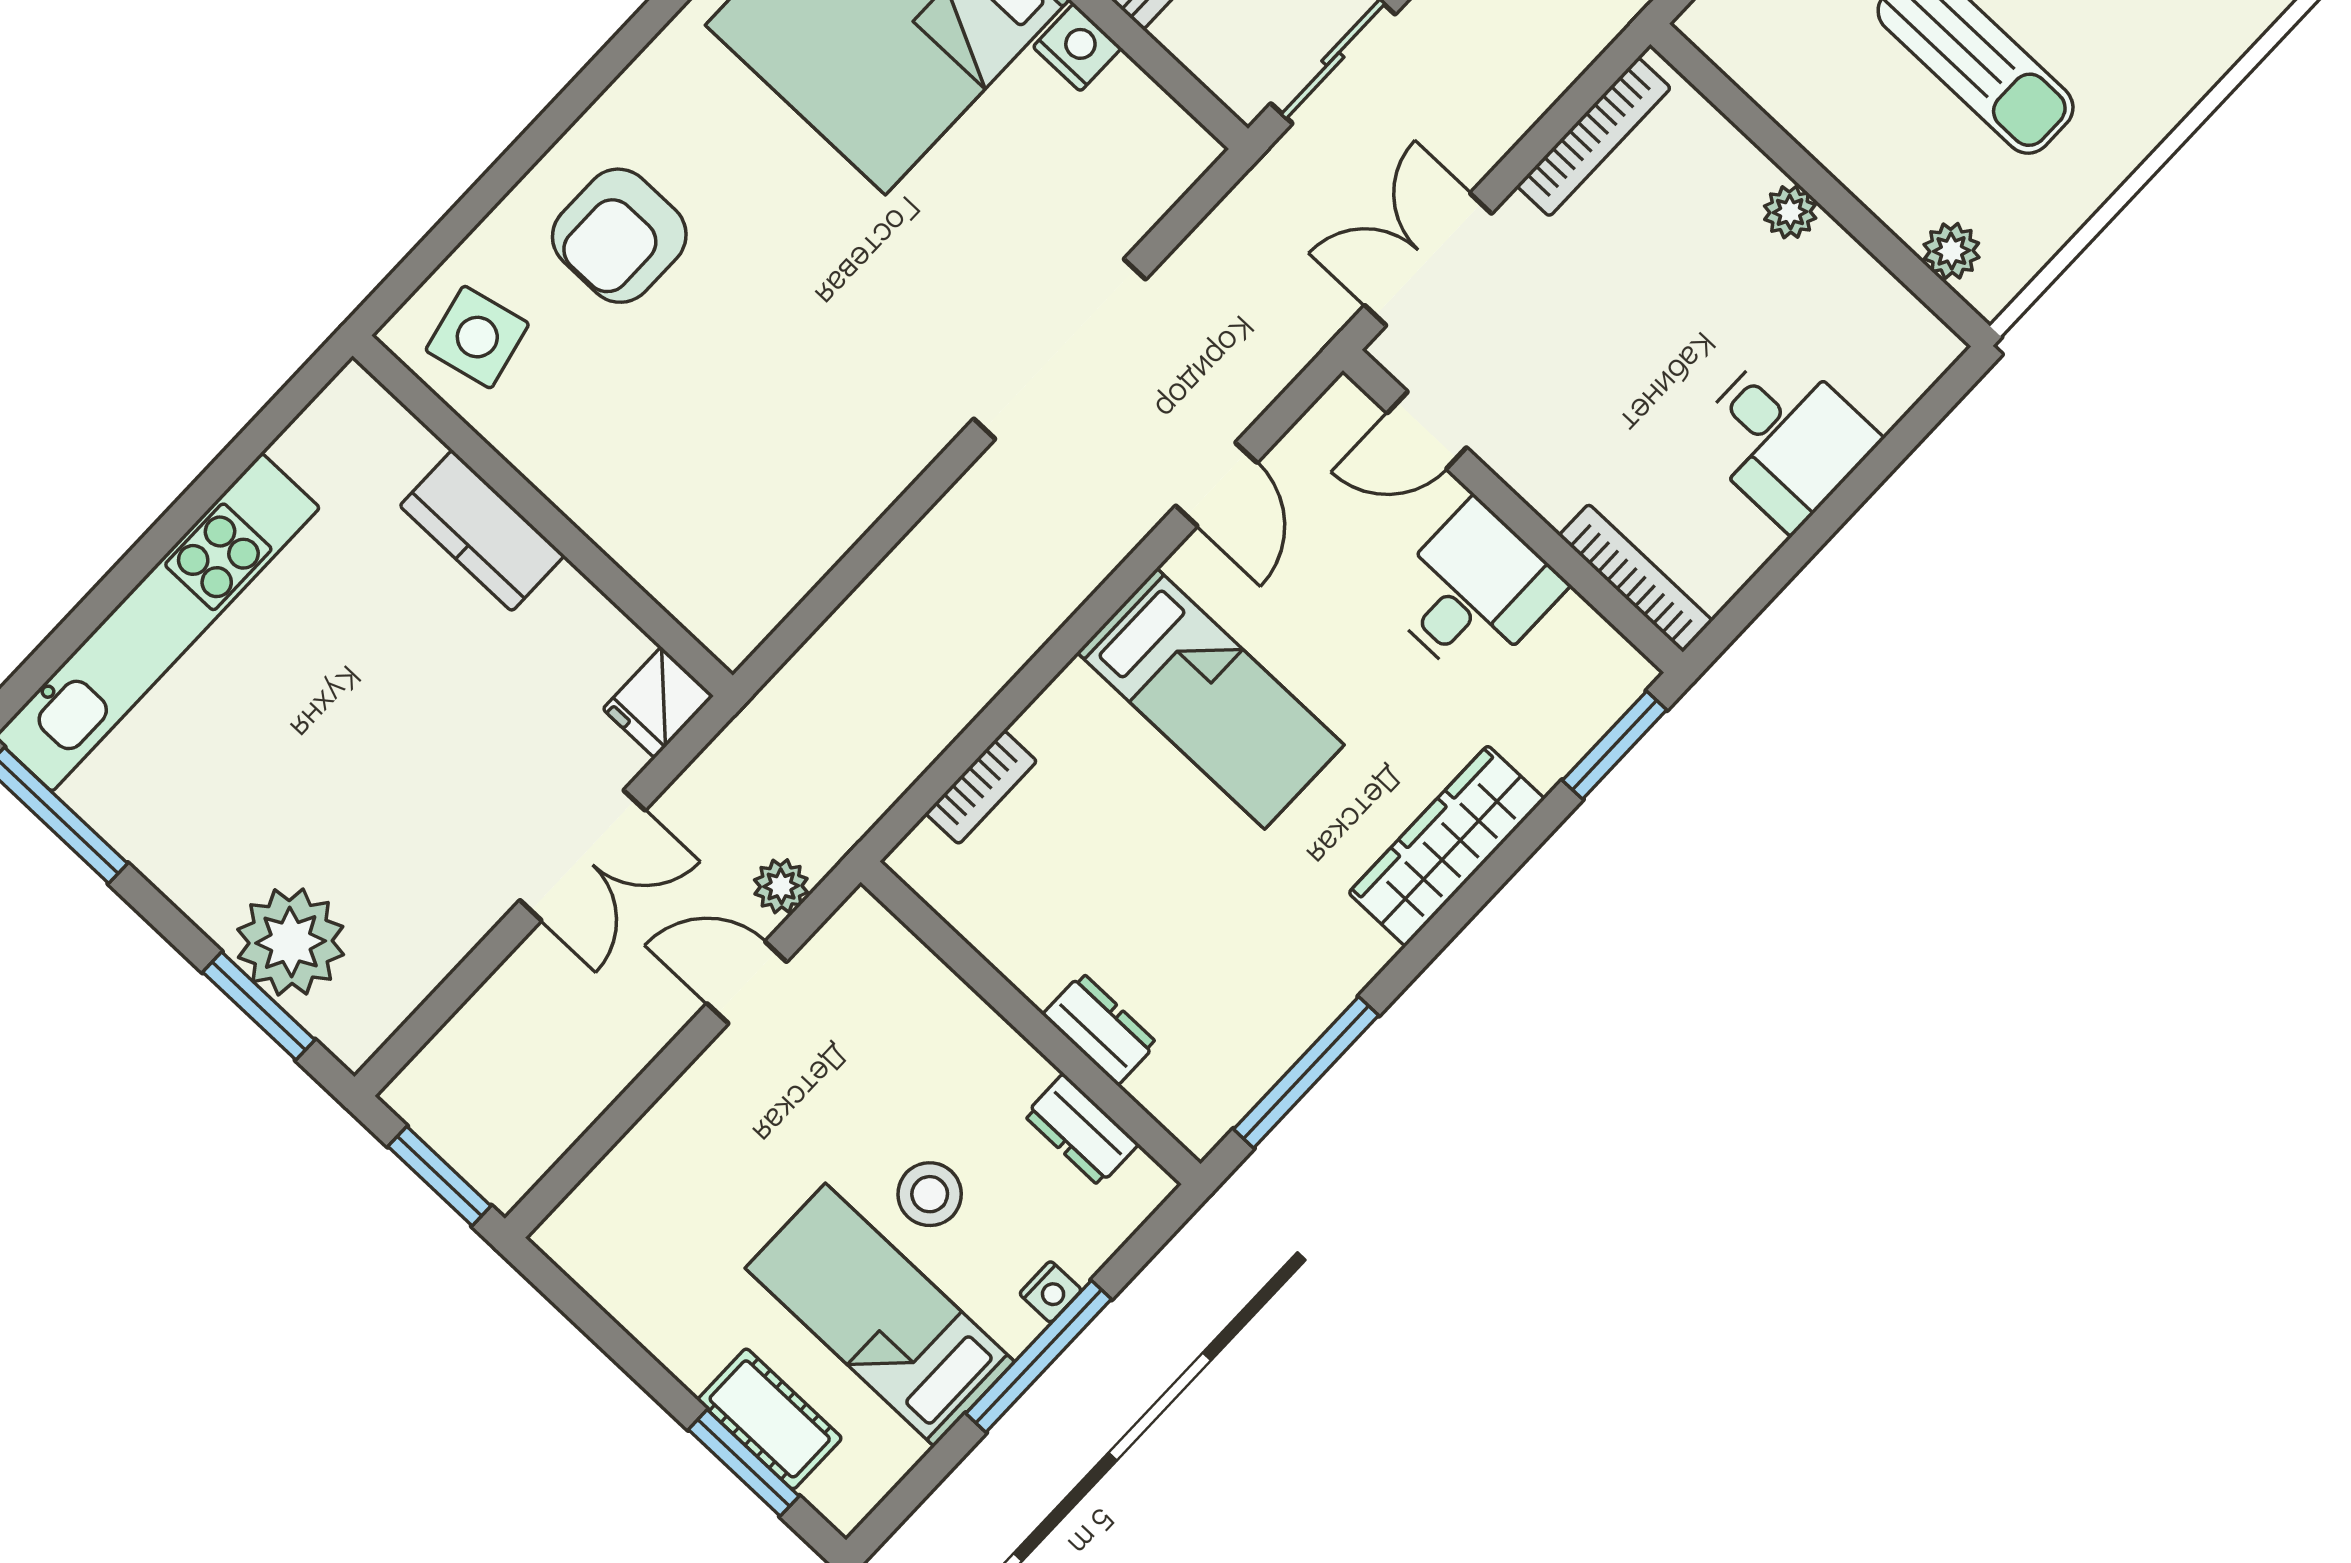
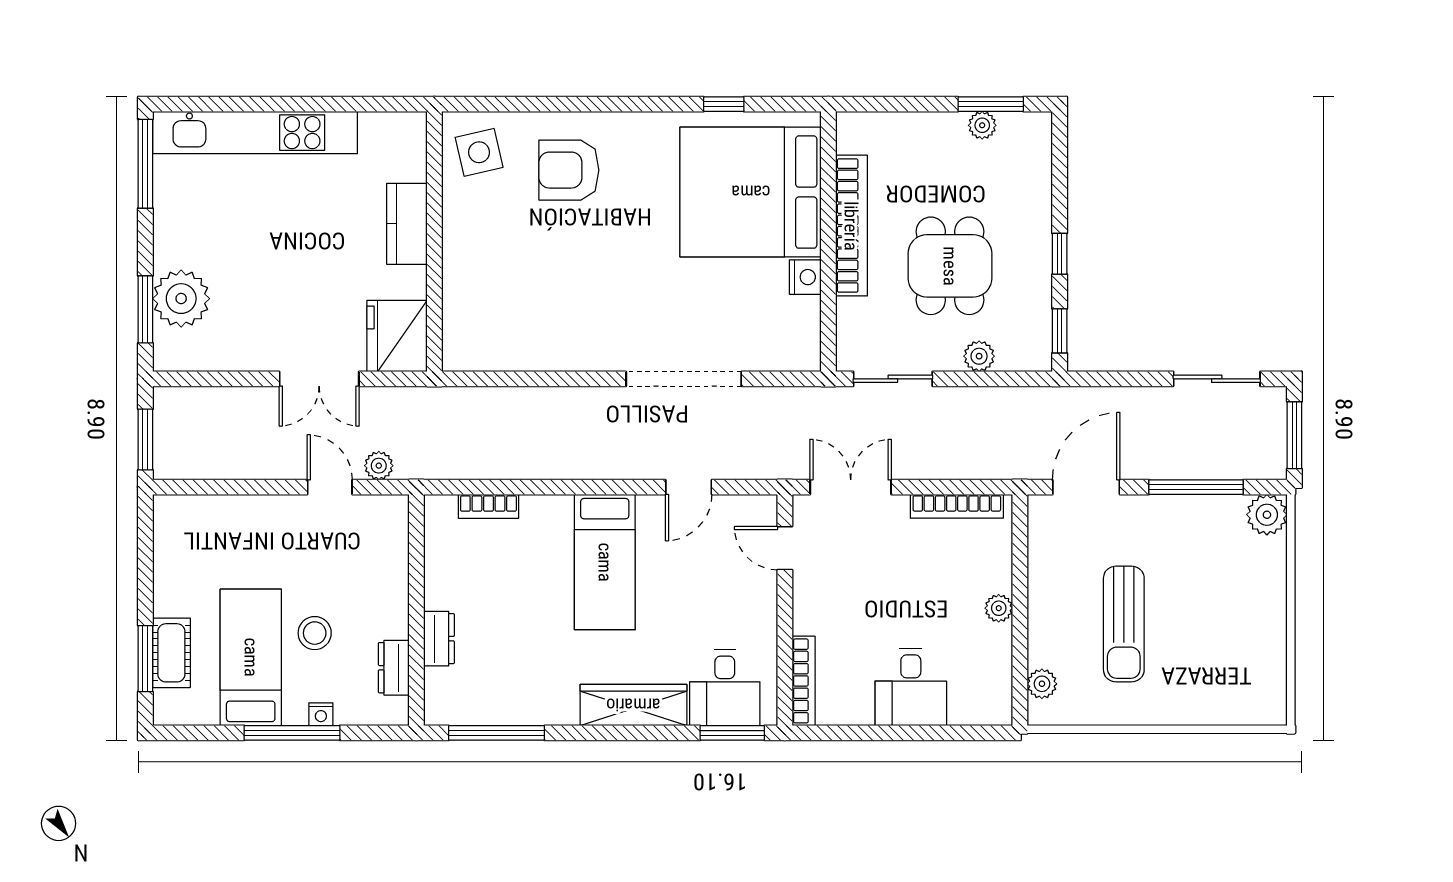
desk: (1473, 592) -> (725, 688), moved, turned 90
fridge: (658, 702) -> (397, 336), width x1.88, depth x1.34

